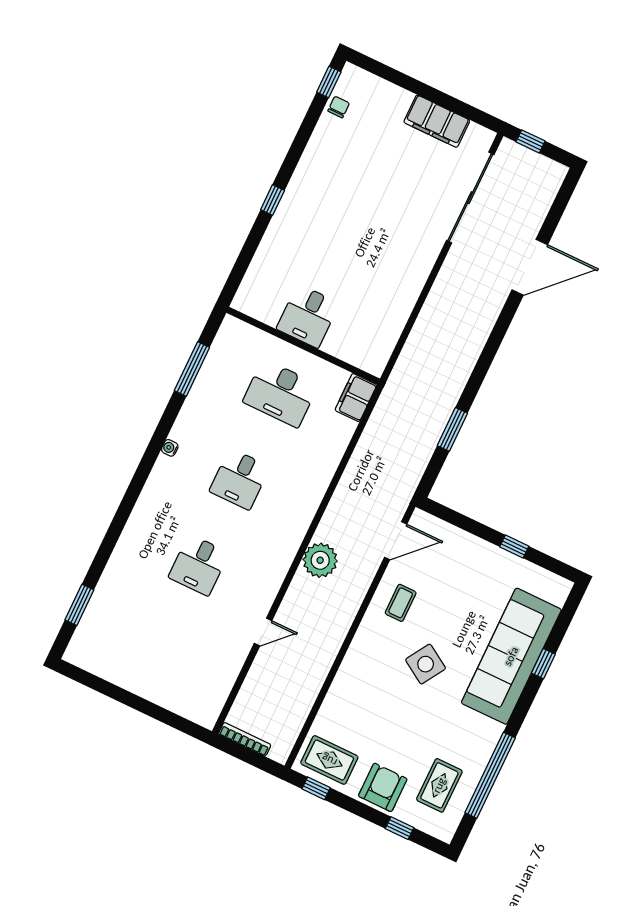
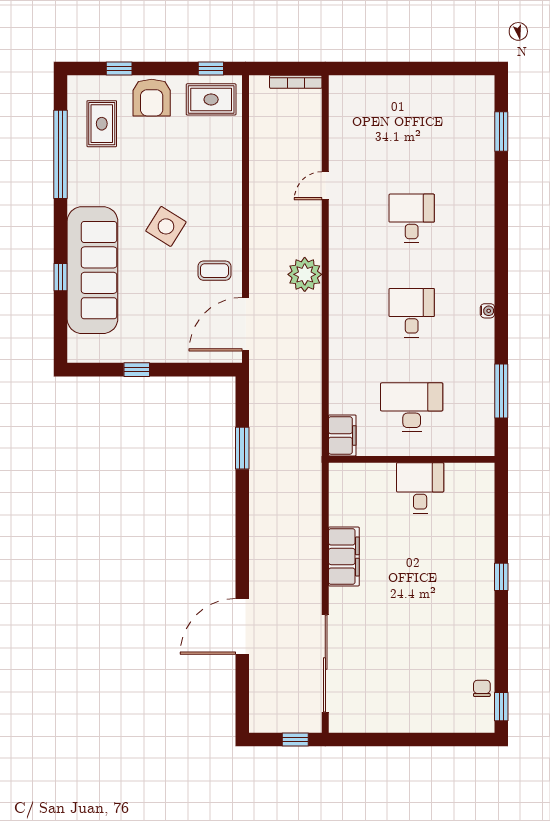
chair: (339, 107) -> (482, 688), turned 180
filing cabinet: (437, 121) -> (344, 557), moved, turned 90
door: (396, 541) -> (246, 324), width x1.36
coffee table: (401, 603) -> (214, 271), turned 90

